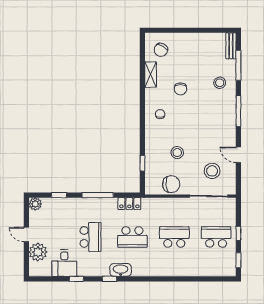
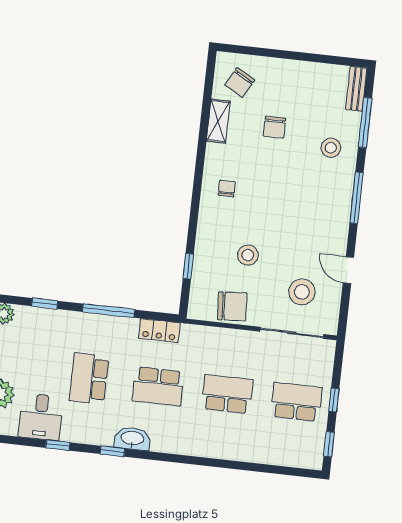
chair: (180, 89) -> (274, 127), moved
school desk: (91, 237) -> (89, 379), turned 180

